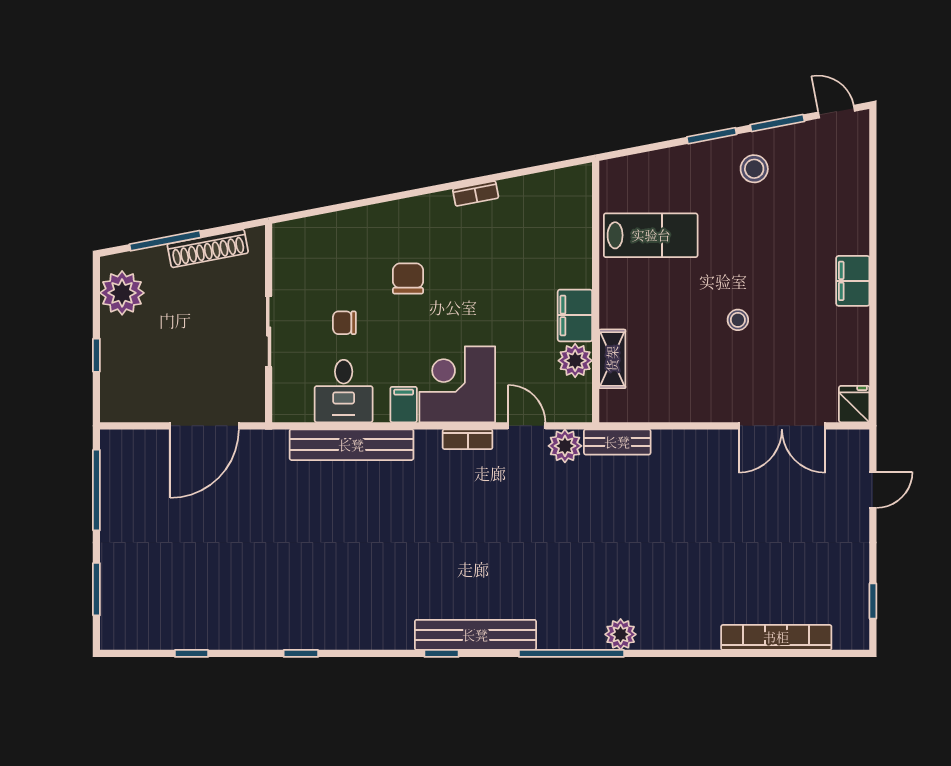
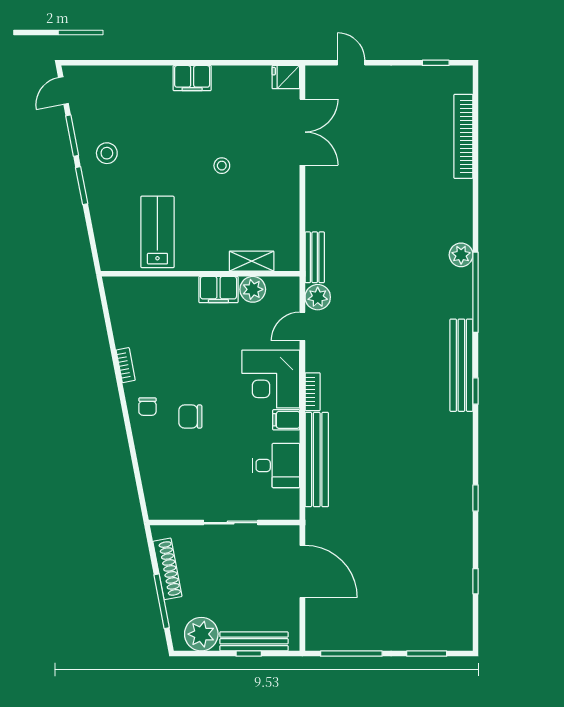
chair: (344, 323) -> (147, 407), moved
bench: (113, 362) -> (254, 641), added
bookcase: (468, 439) -> (313, 392), moved

